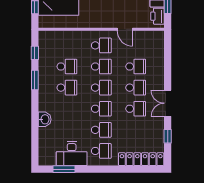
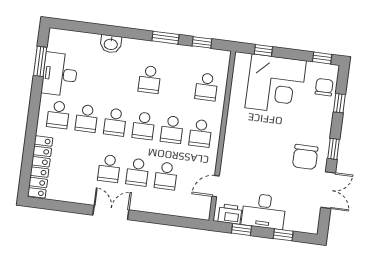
door: (125, 29) -> (216, 186), moved
school desk: (67, 67) -> (206, 87), moved
window: (168, 136) -> (66, 207), removed

